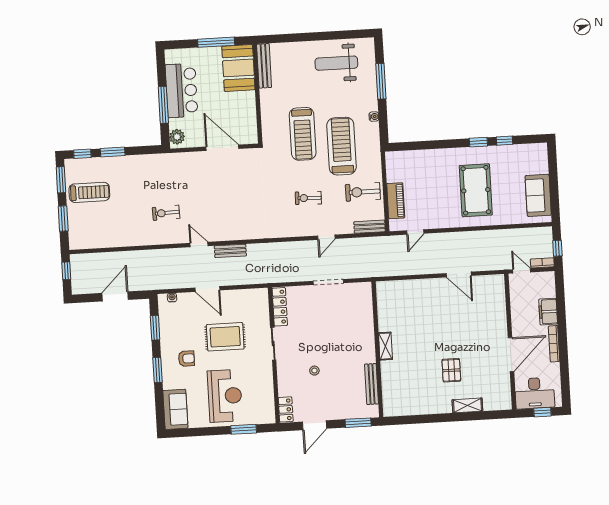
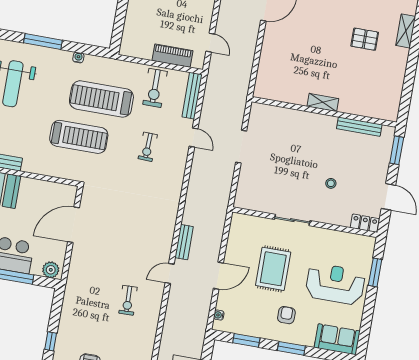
window: (113, 152) -> (51, 341), width x0.67
bench: (369, 227) -> (192, 96), width x1.36
locker: (280, 307) -> (255, 204), removed

